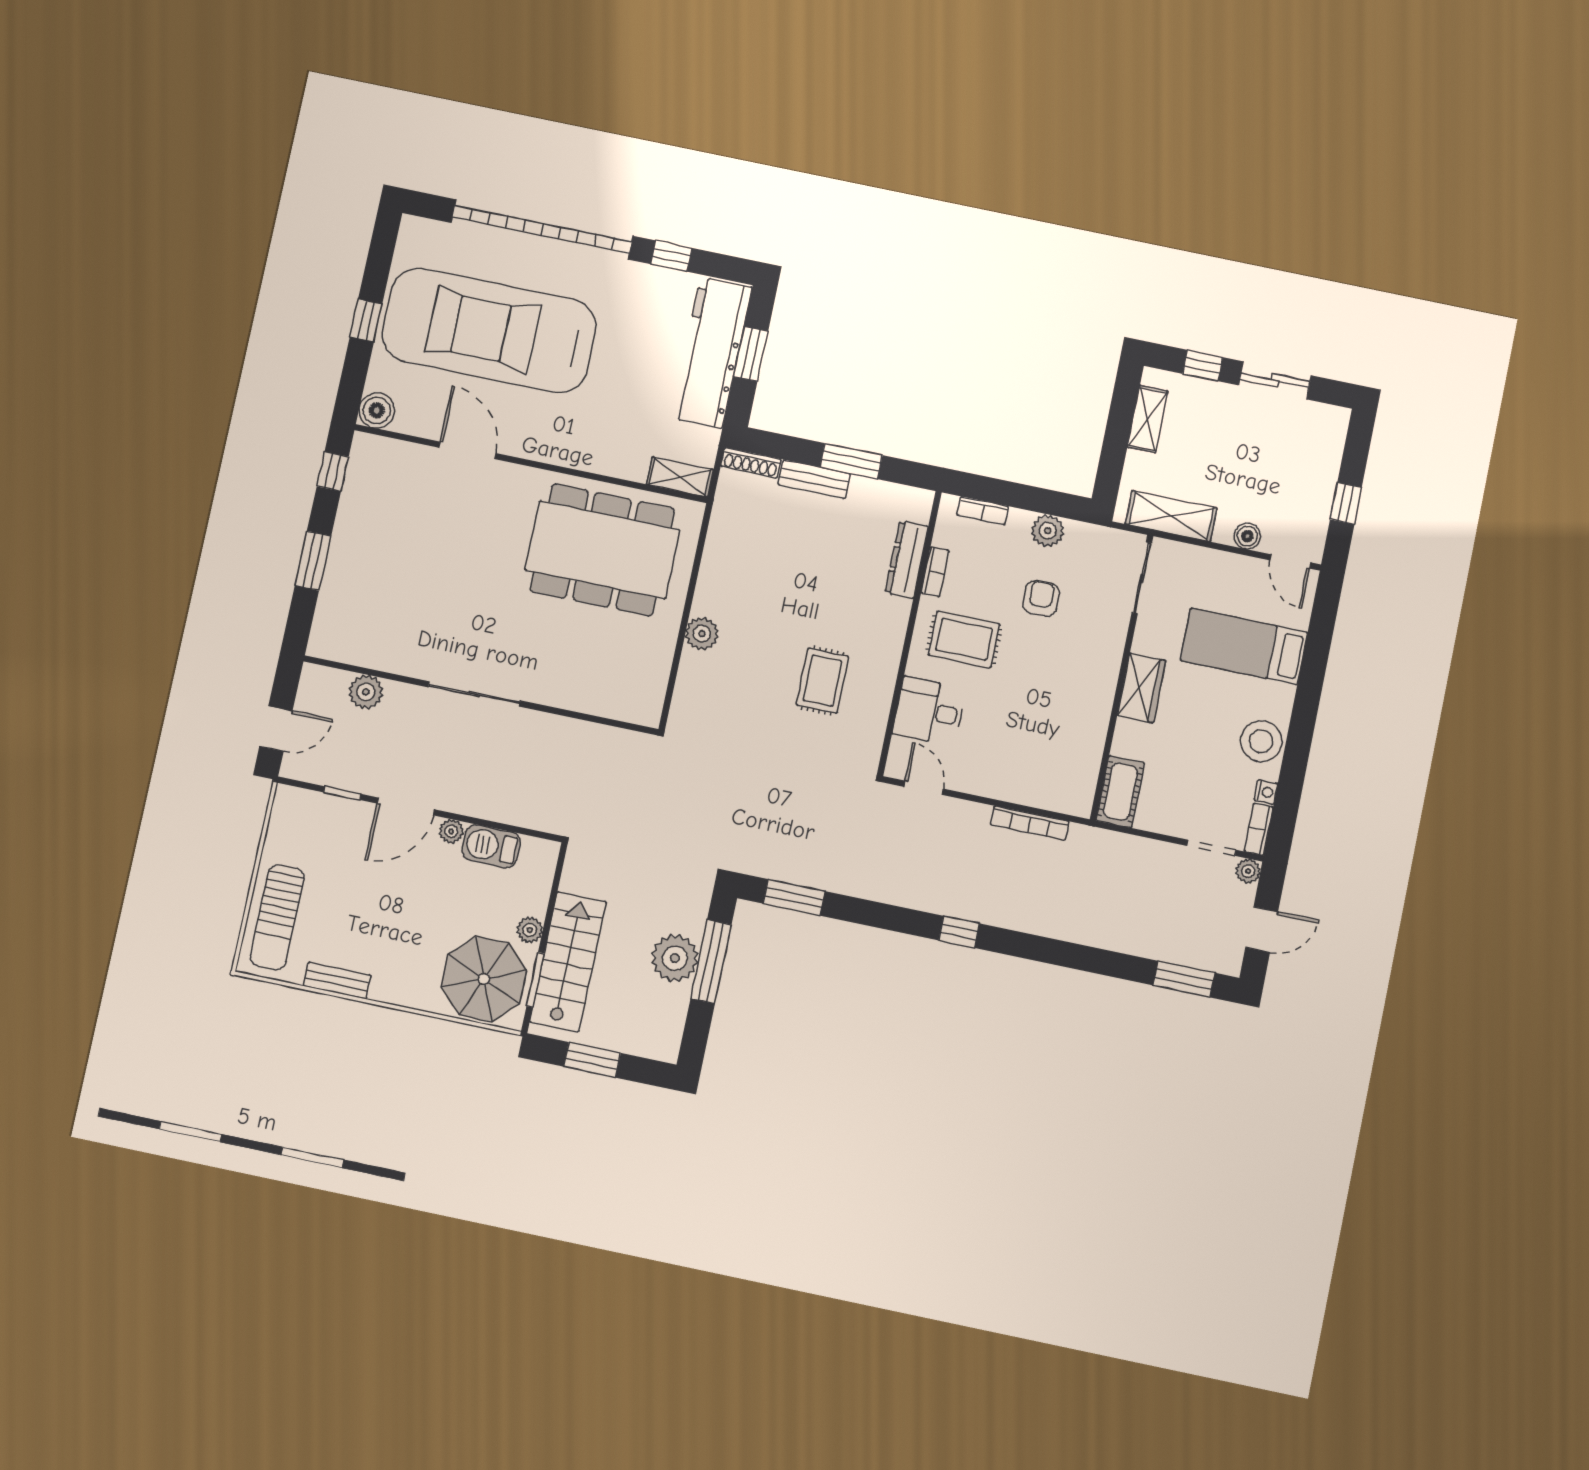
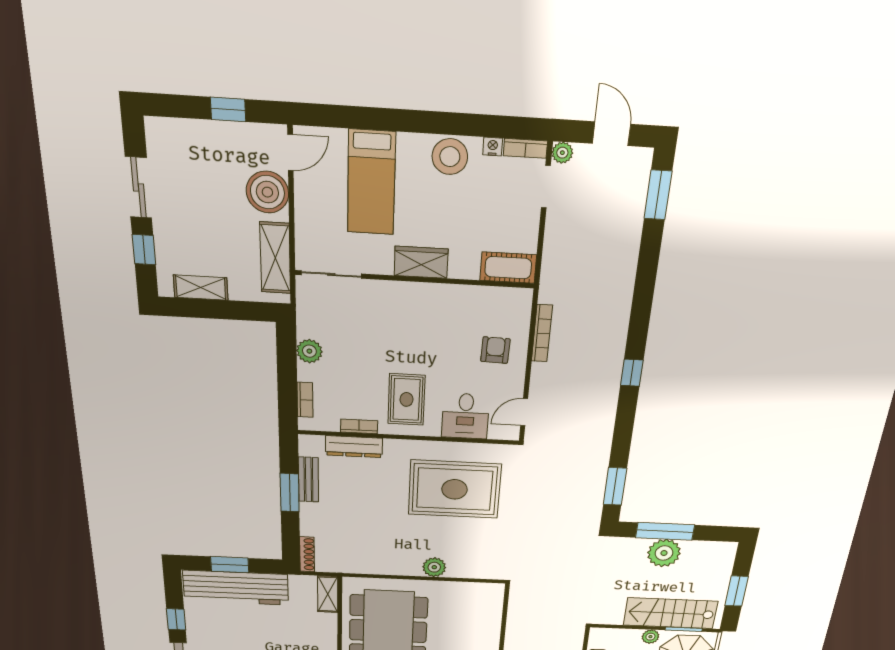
bench: (814, 479) -> (308, 480), moved
boiler: (1247, 536) -> (267, 192), width x1.86, depth x1.86
armchair: (1041, 598) -> (495, 350), moved, turned 92
rug: (823, 681) -> (455, 489), width x1.86, depth x2.06

